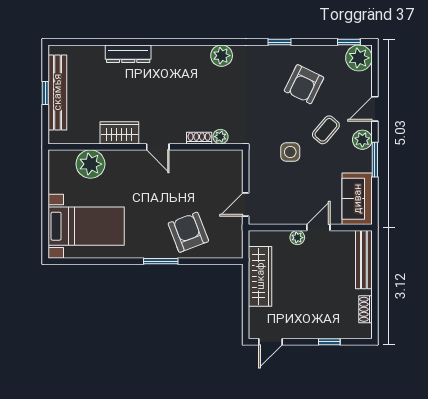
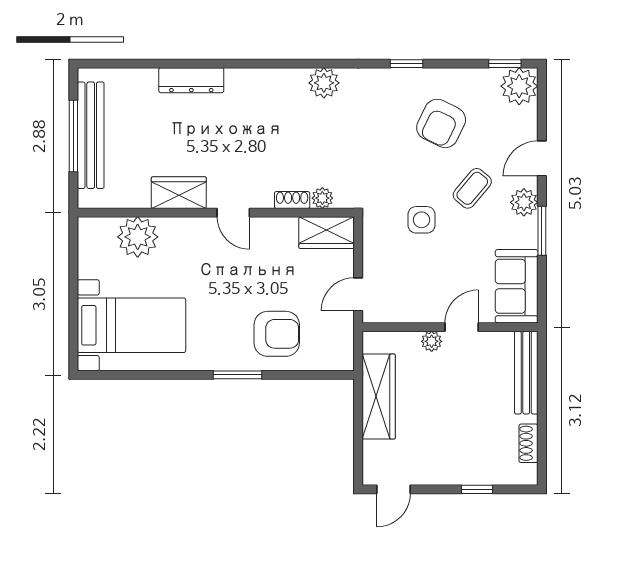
window: (45, 93) -> (73, 136), width x2.17
wardrobe: (223, 161) -> (327, 233), added
armchair: (188, 232) -> (277, 334), turned 111

